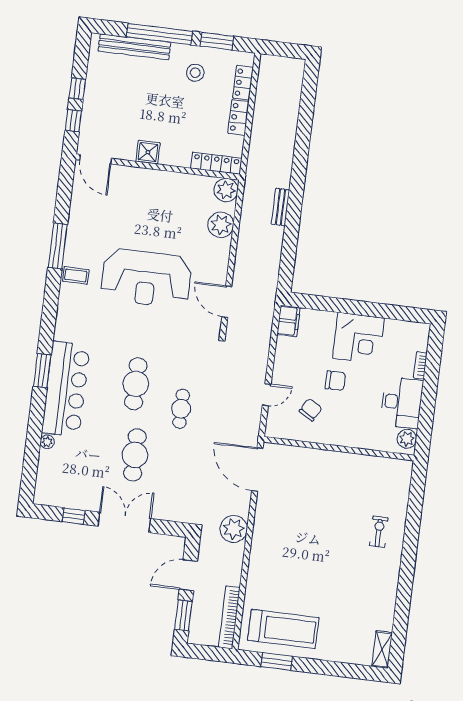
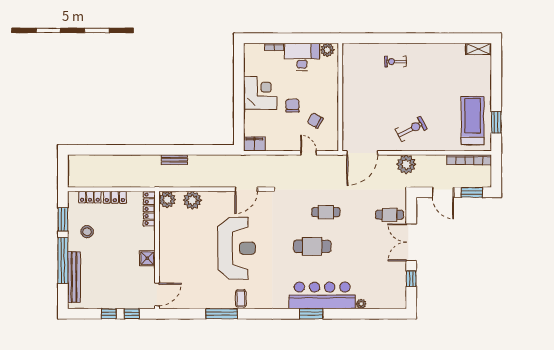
cafe table: (135, 455) -> (390, 215), moved, width x0.73, depth x0.74
exercise bike: (282, 542) -> (411, 129), added

